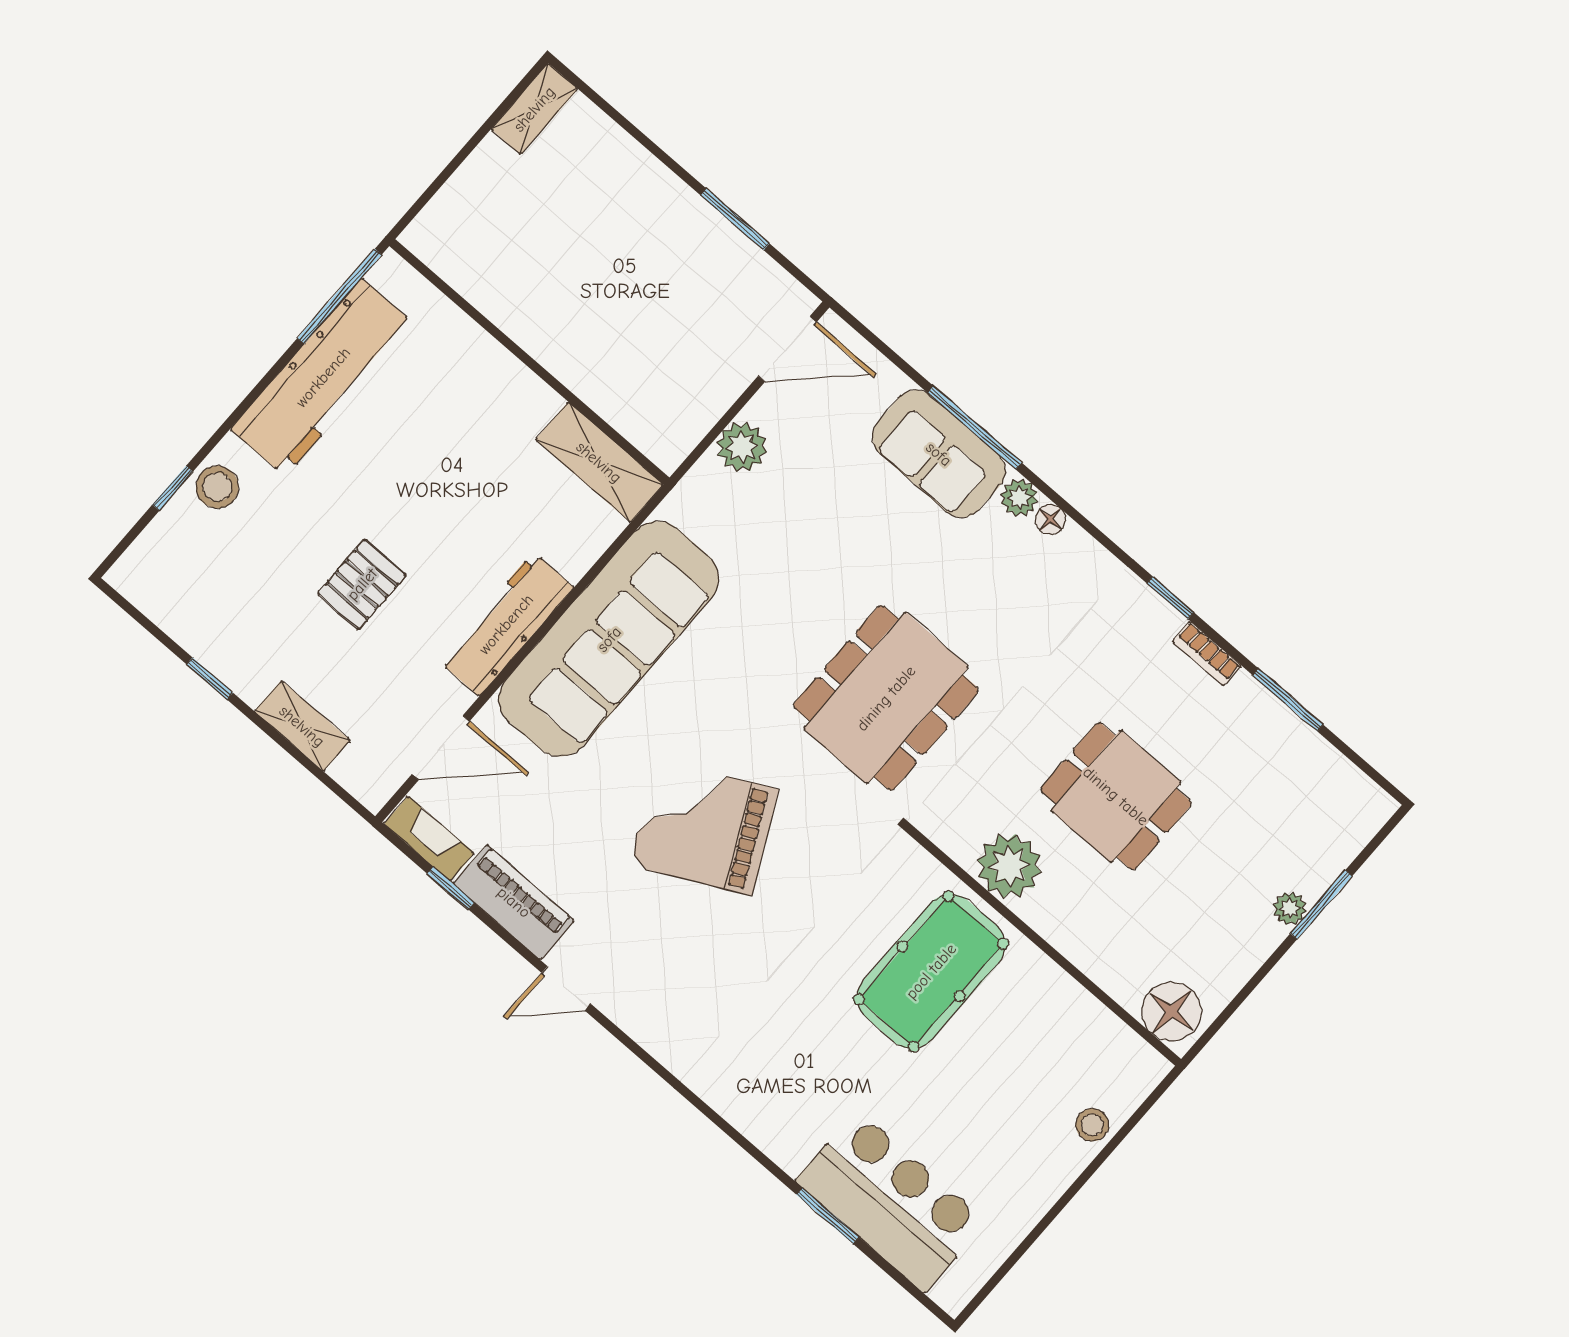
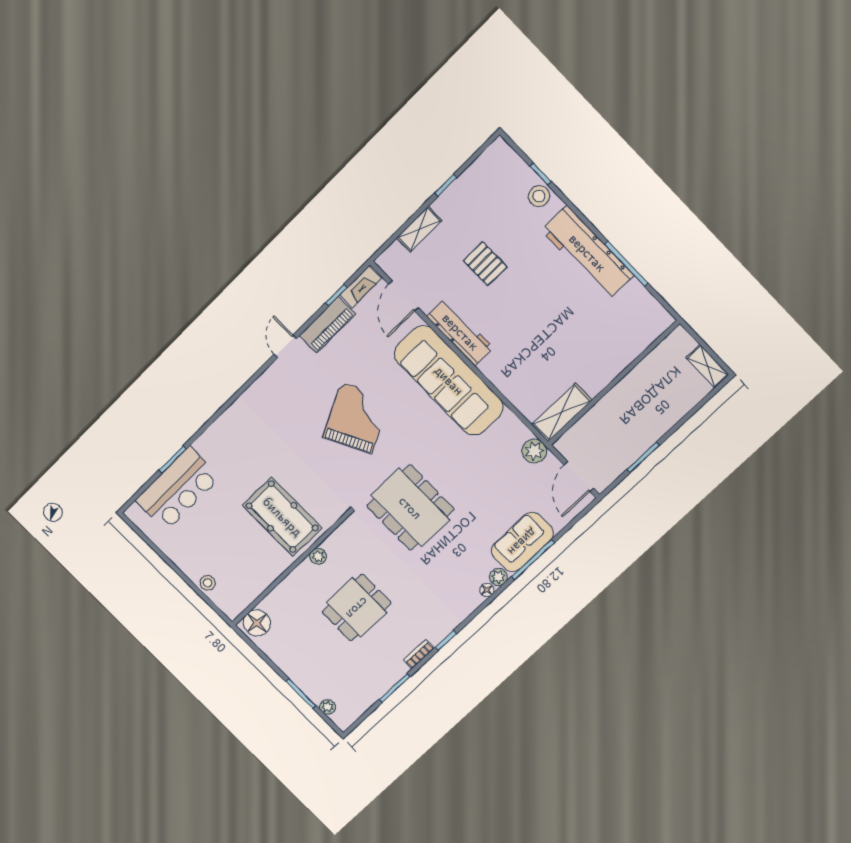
wall: (529, 362) -> (613, 383), moved
shelving: (599, 462) -> (562, 412), moved
plant: (1009, 866) -> (318, 556), width x0.53, depth x0.53
plant: (1290, 908) -> (328, 707), moved

